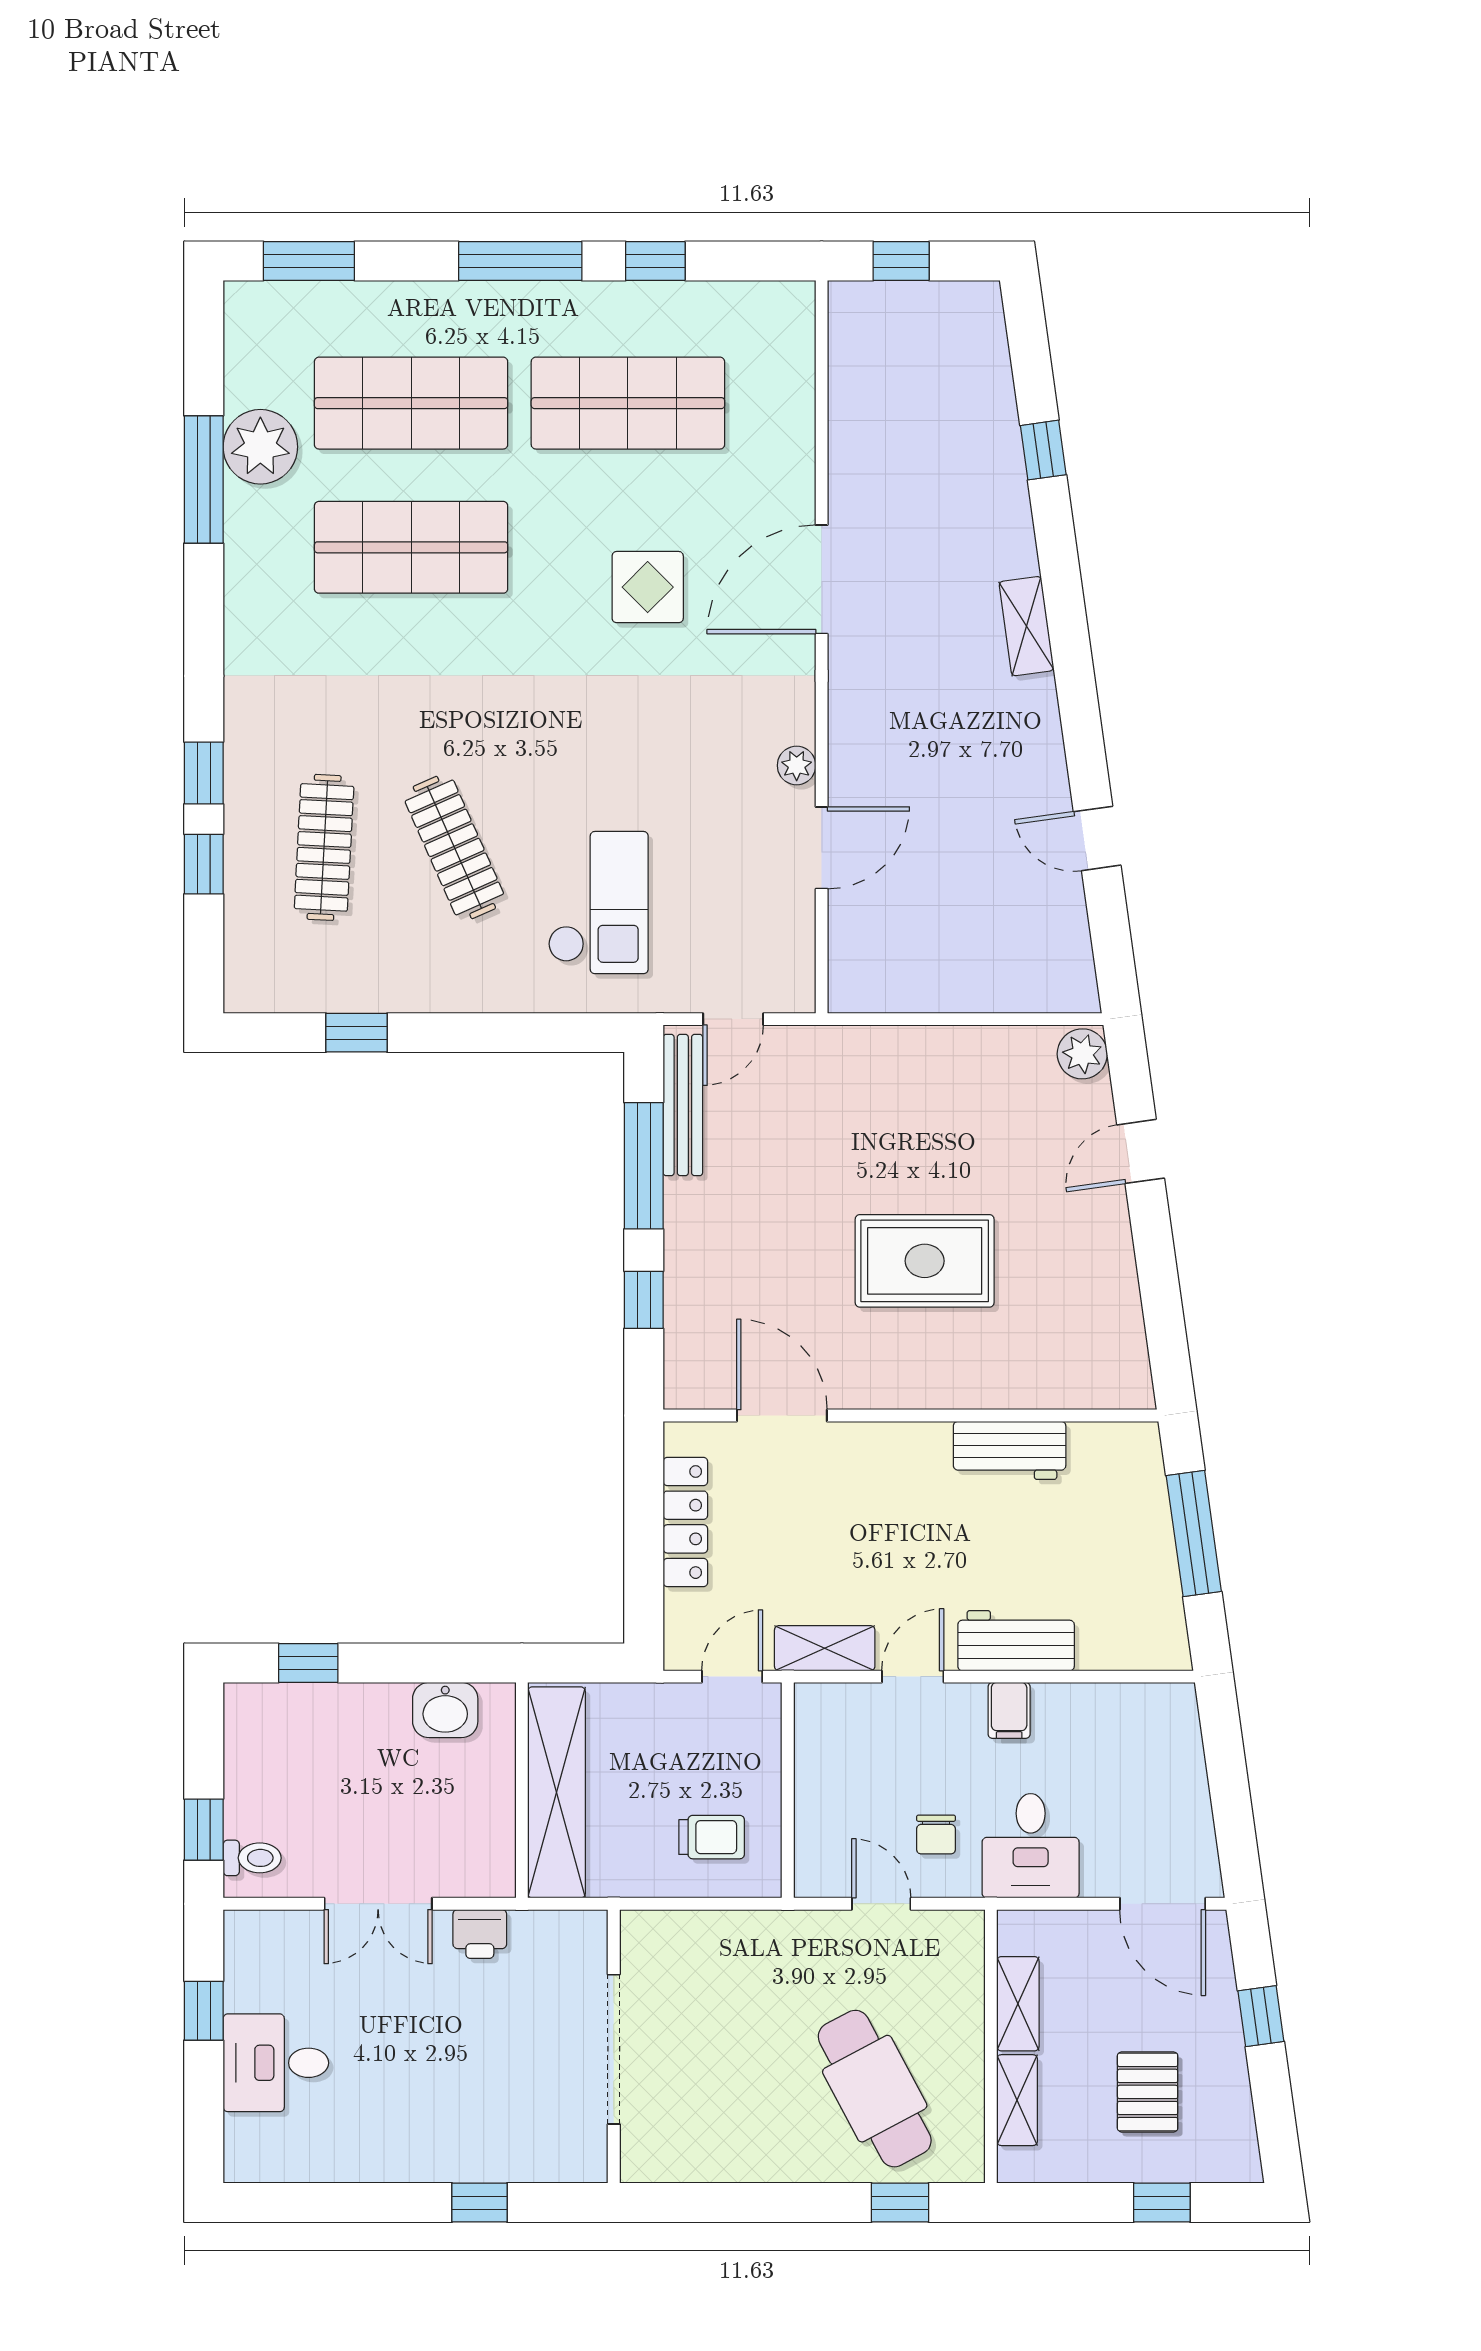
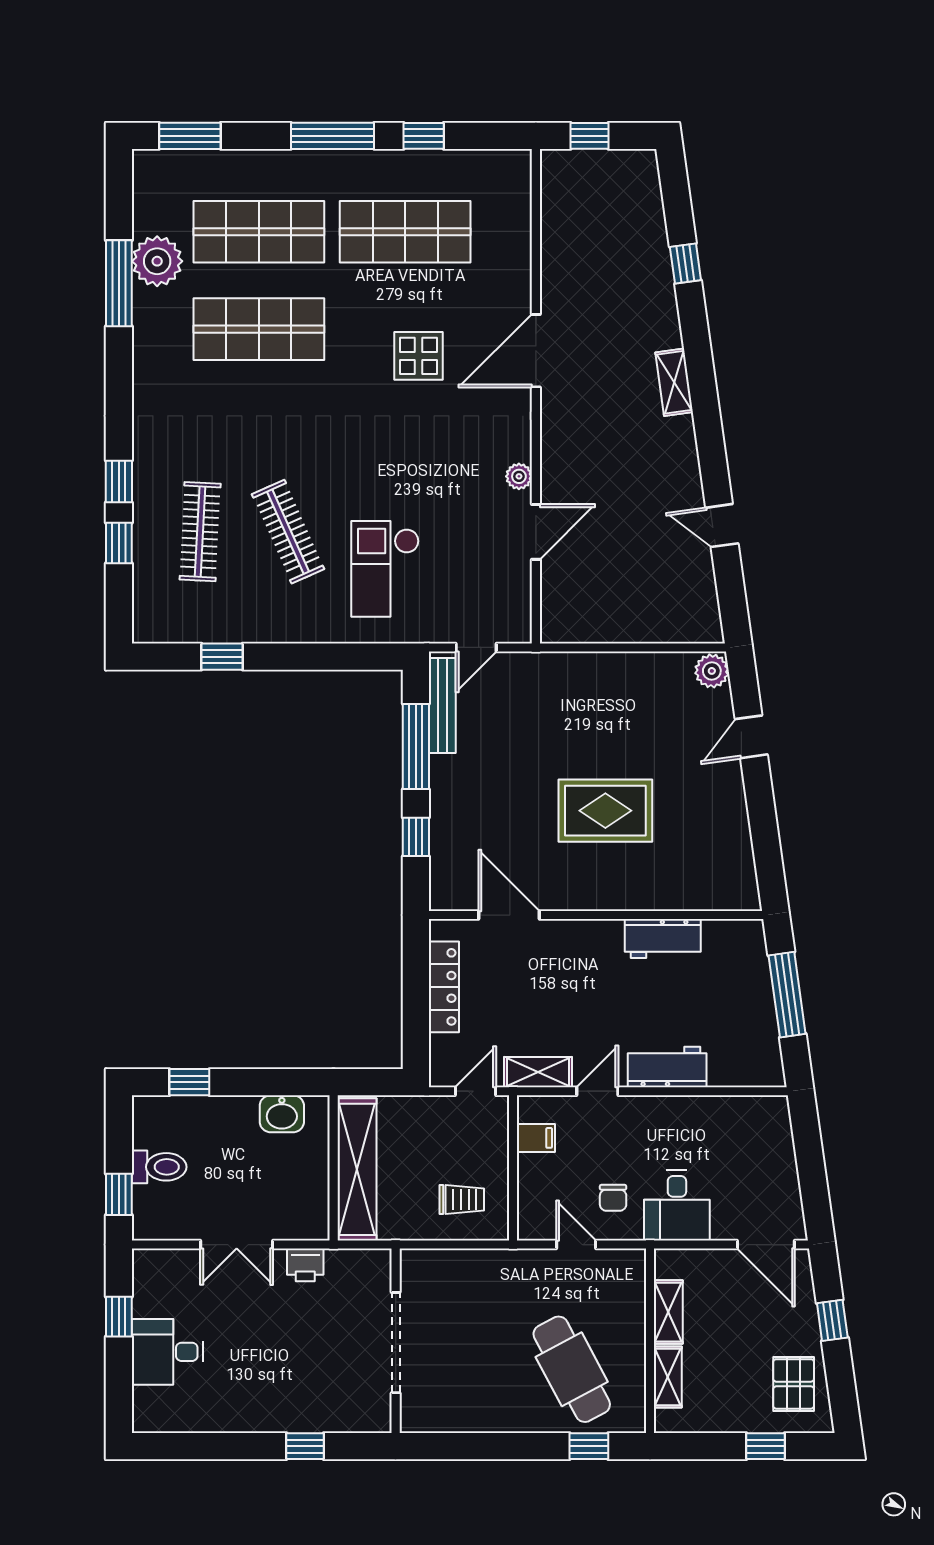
checkout: (598, 903) -> (385, 569), turned 180
filing cabinet: (1009, 1710) -> (536, 1138), moved, turned -90
toilet: (252, 1858) -> (159, 1167), moved, width x1.37, depth x1.39
pallet: (1148, 2092) -> (794, 1384), moved

